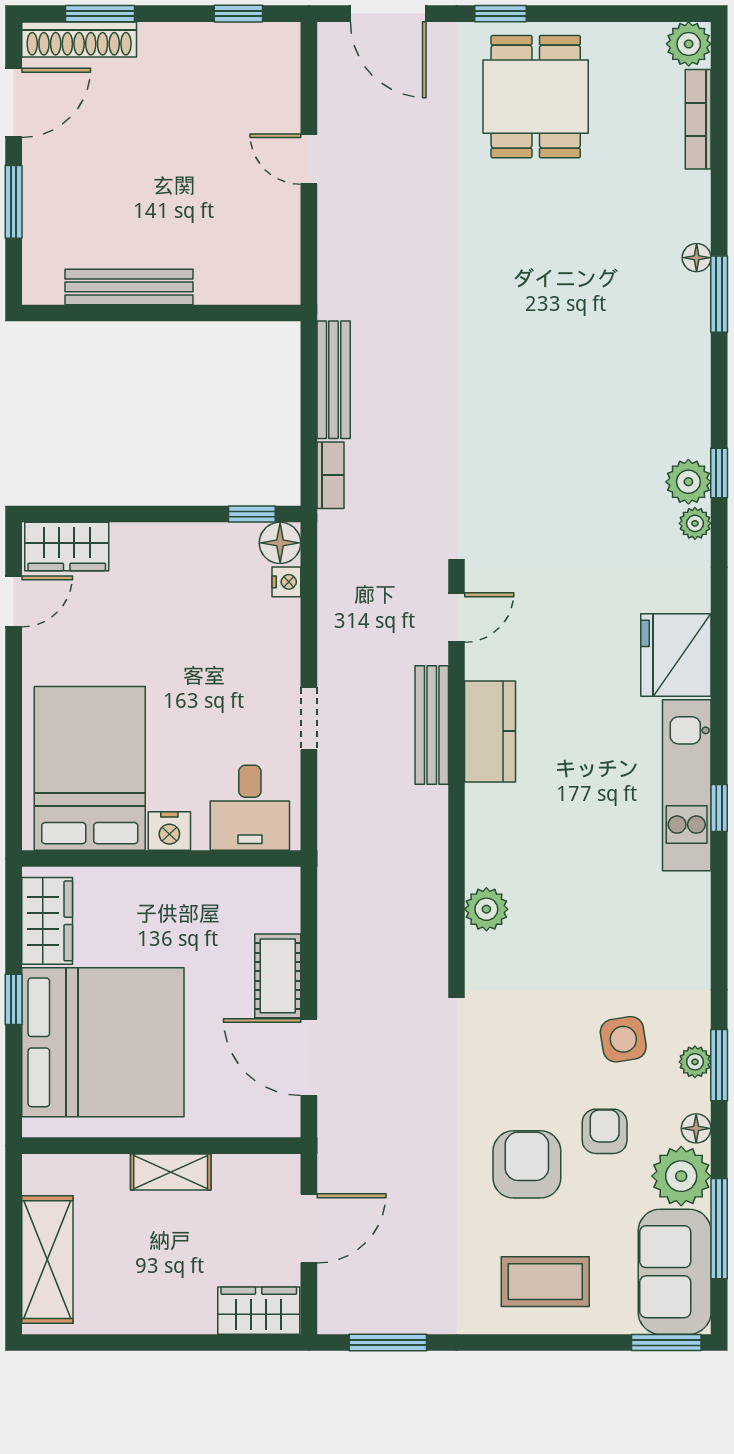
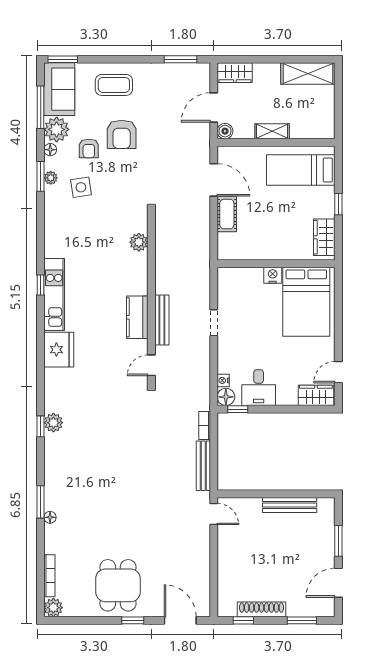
shoe rack: (79, 39) -> (262, 609), moved
door: (309, 159) -> (214, 514), moved
plant: (695, 523) -> (51, 405), removed
desk: (250, 808) -> (259, 388), moved, turned 180
bed: (103, 1042) -> (301, 170), width x0.49
boiler: (282, 1172) -> (225, 131), added
shelving: (47, 1260) -> (308, 73), moved, turned 90

